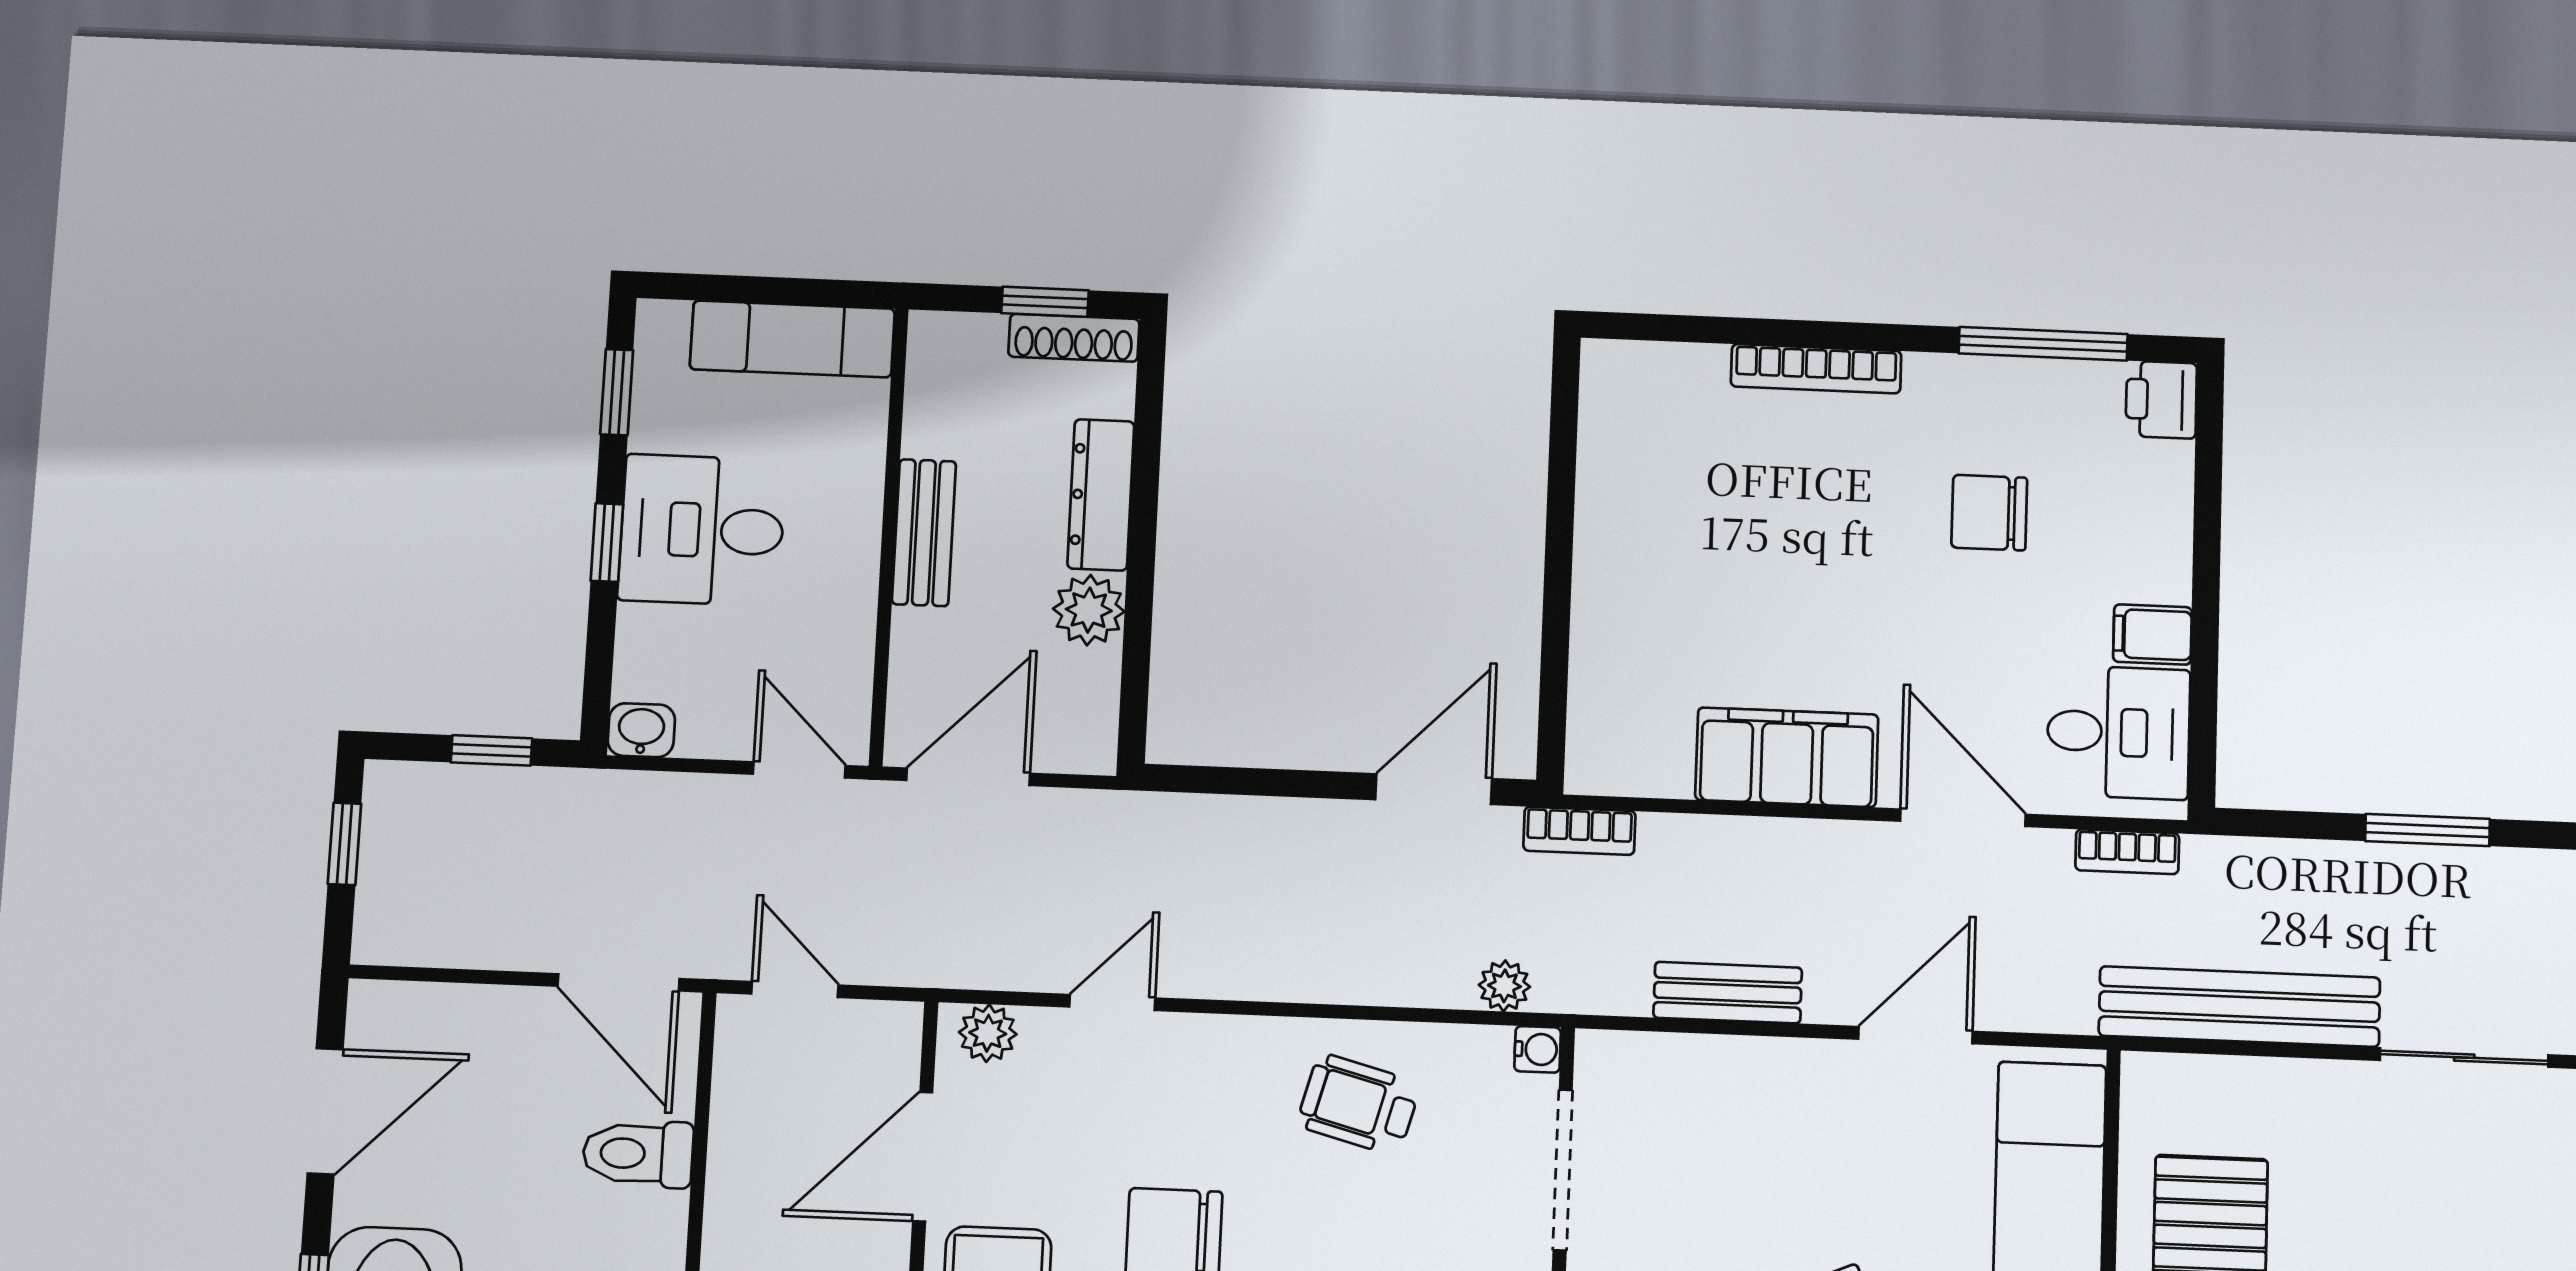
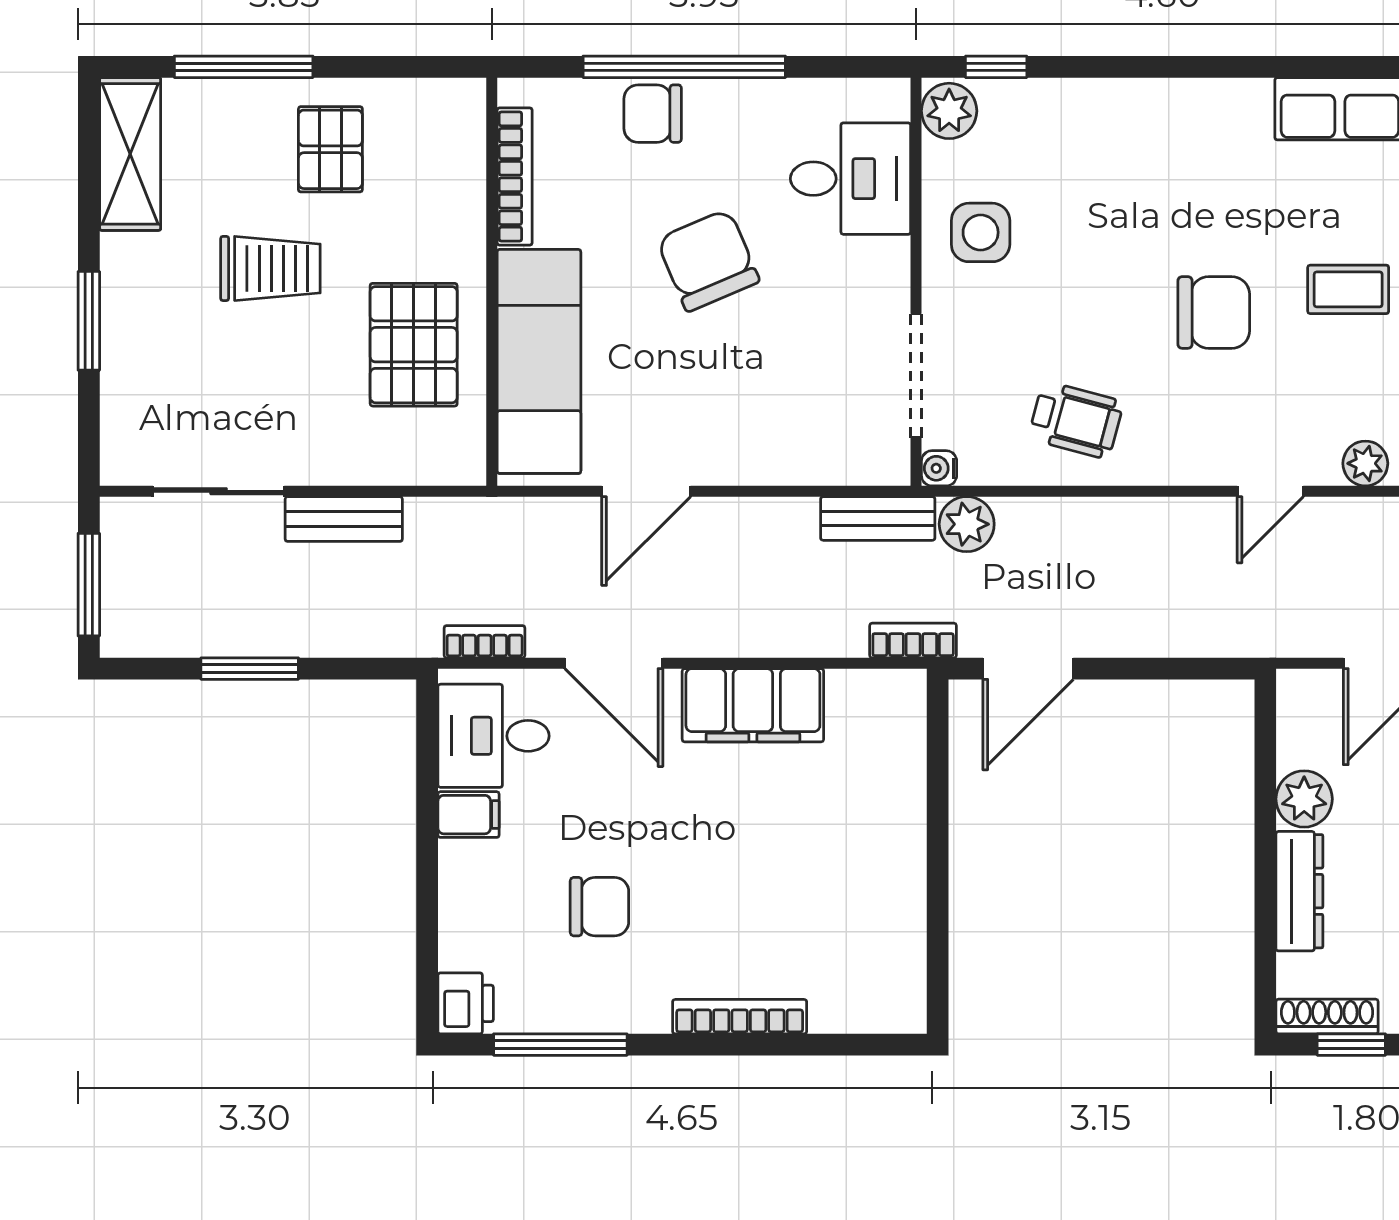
plant: (1504, 986) -> (967, 524), width x1.38, depth x1.38
bench: (1728, 993) -> (878, 518), moved
bench: (2239, 1007) -> (344, 519), width x0.54, depth x0.82

